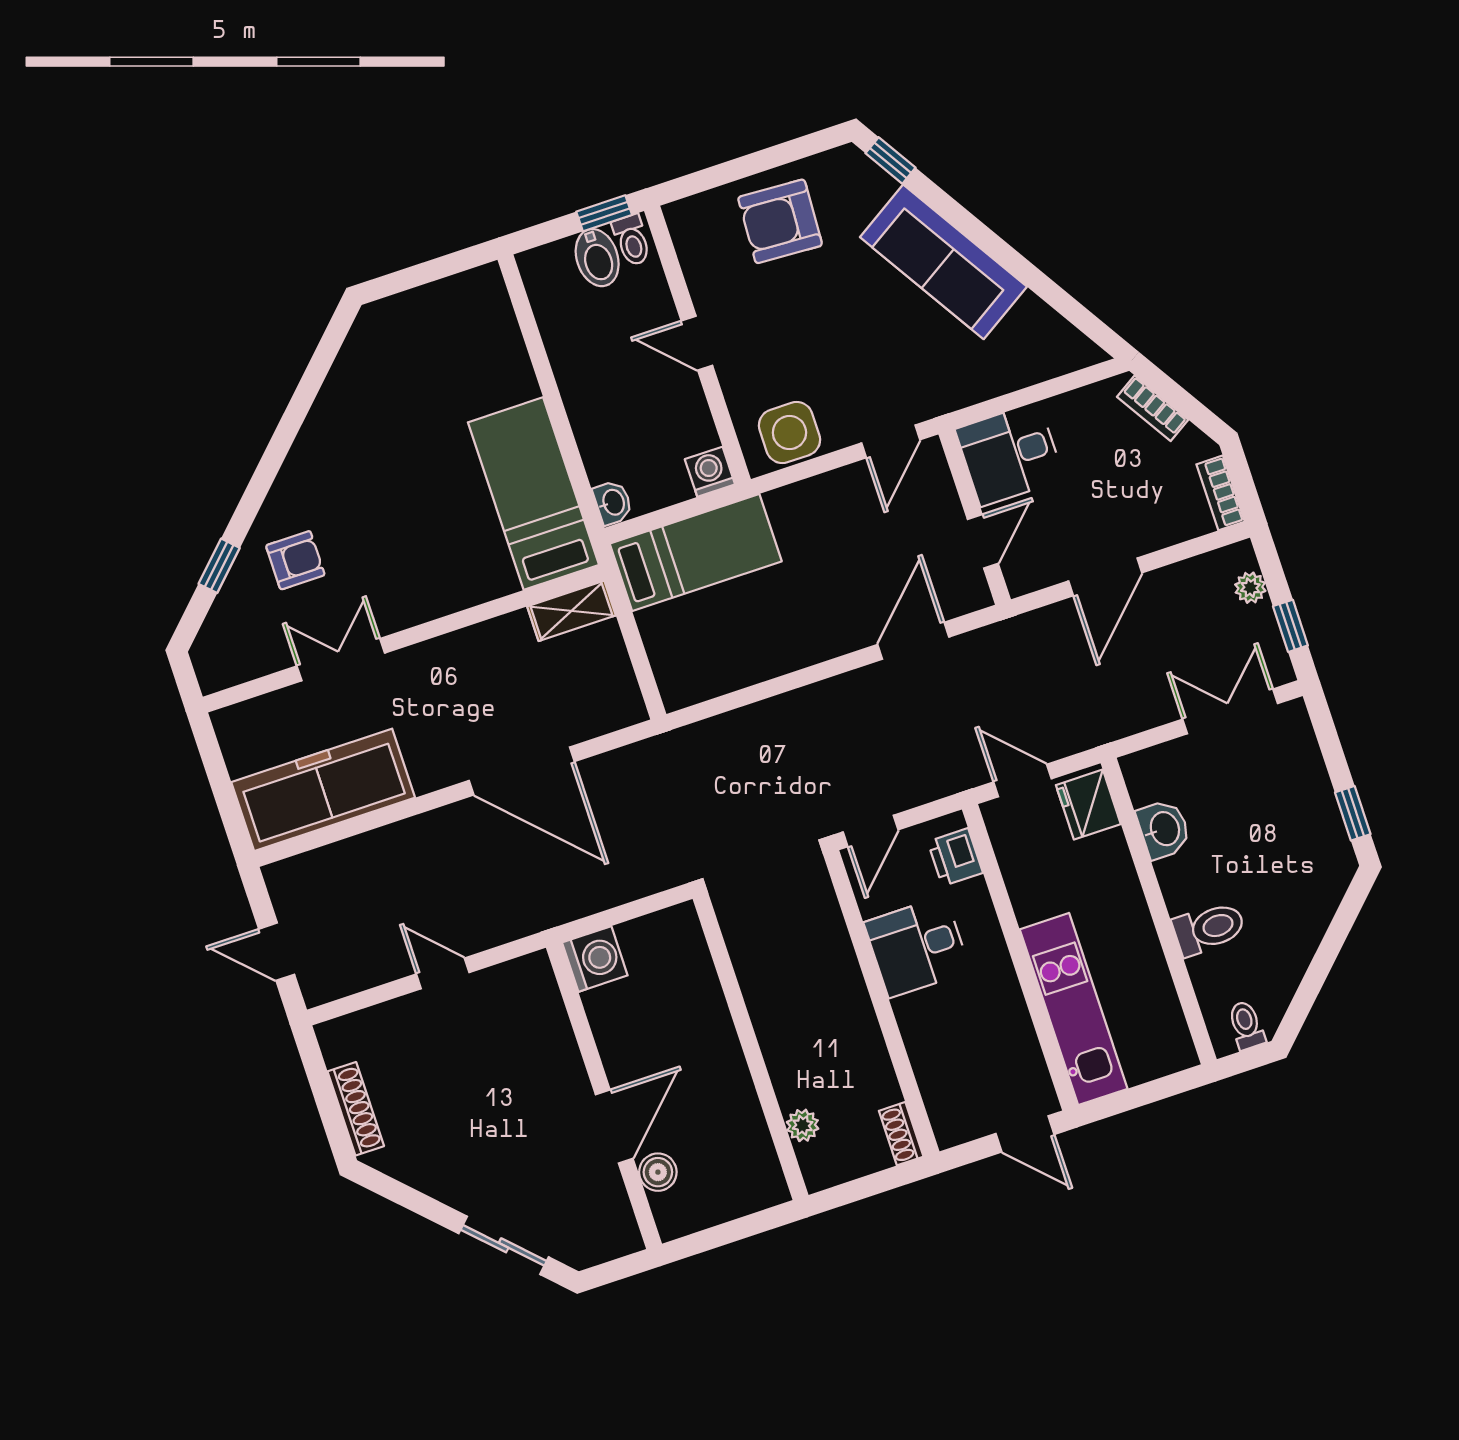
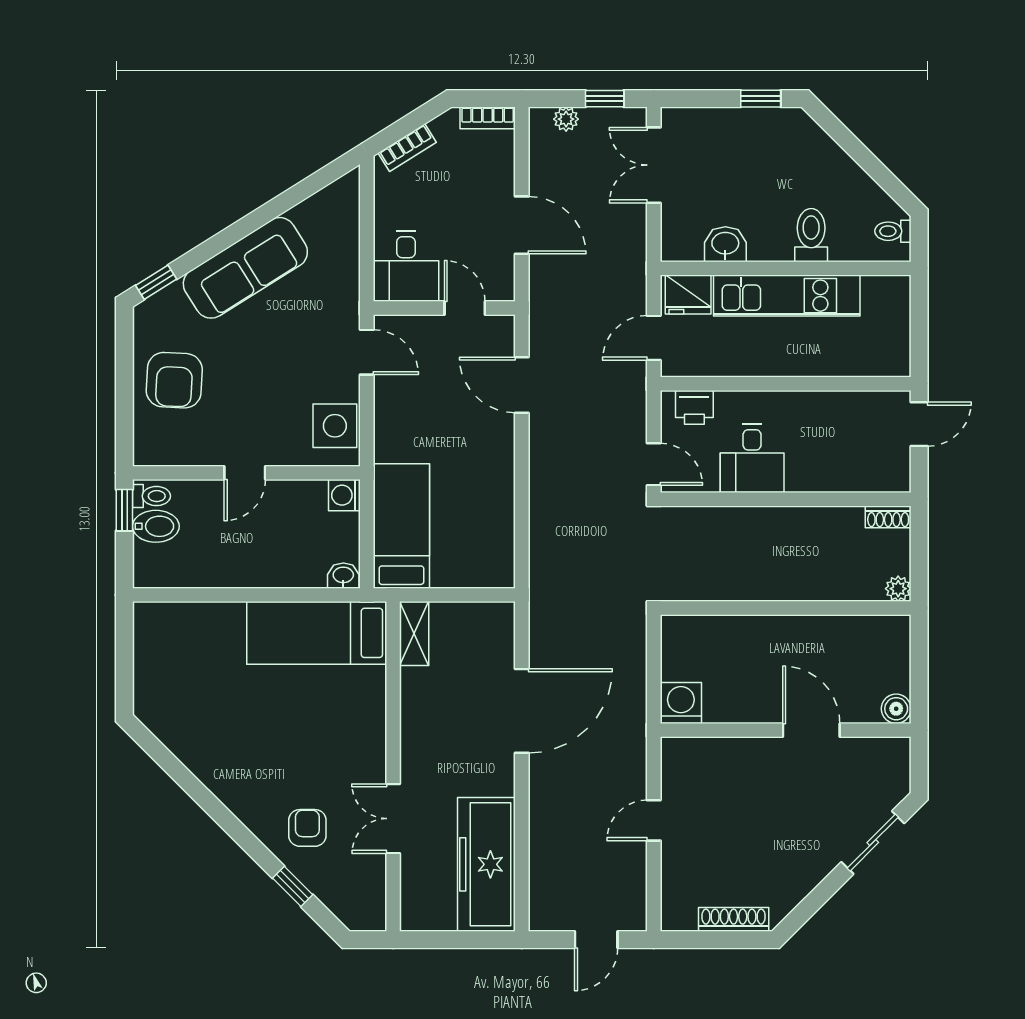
kitchen unit: (1074, 1009) -> (787, 296), moved, turned 180
plant: (803, 1125) -> (898, 589), moved
boiler: (658, 1172) -> (896, 709), moved

